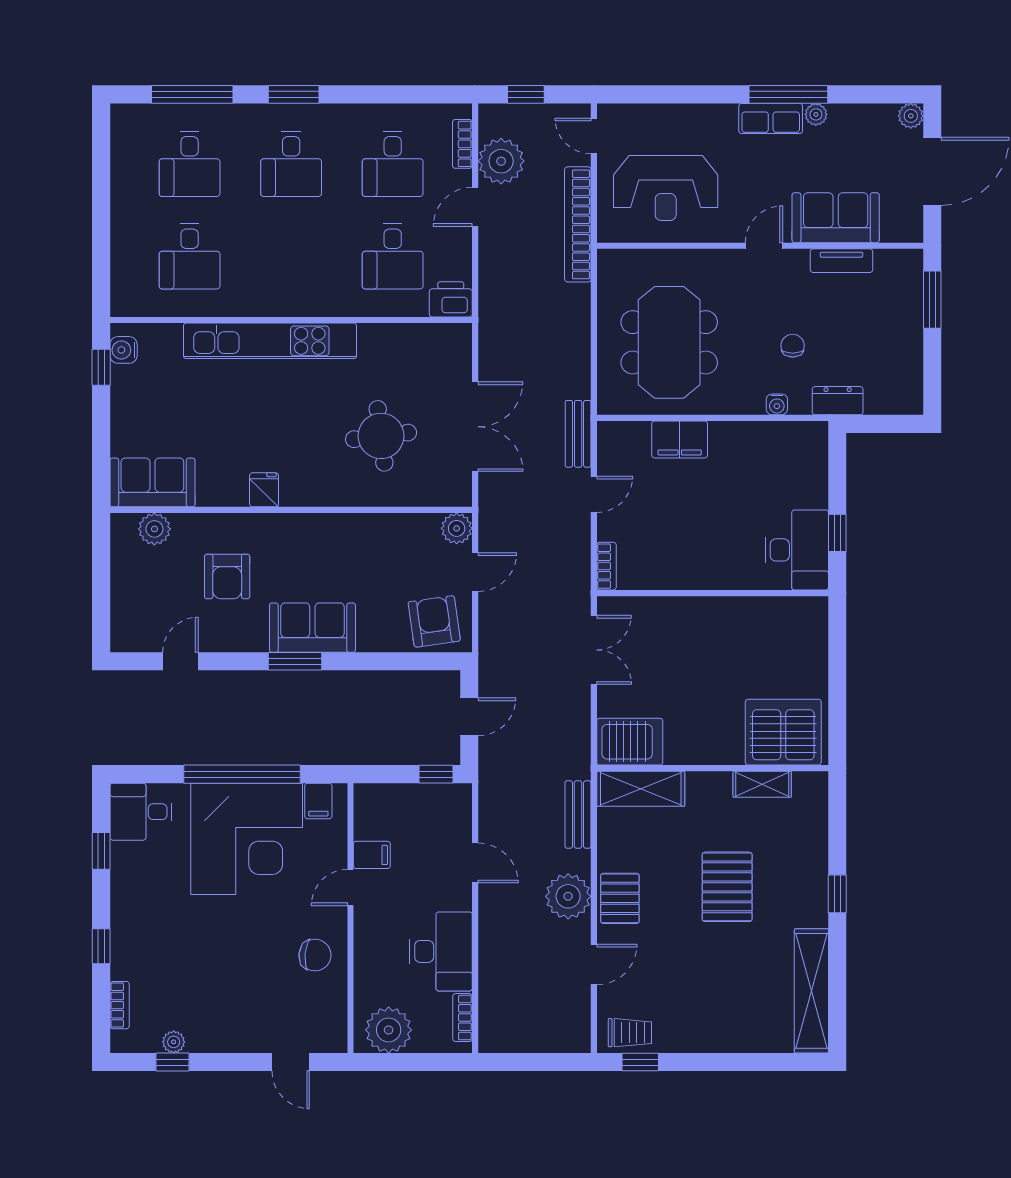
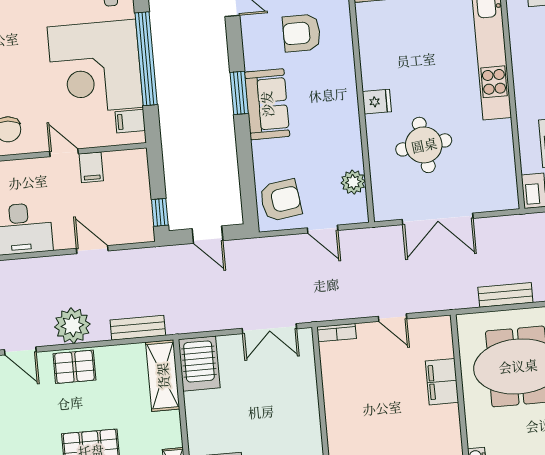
bench: (578, 434) -> (505, 295), moved
fridge: (264, 490) -> (377, 102), moved
plant: (457, 528) -> (353, 182), moved
door: (475, 863) -> (92, 250), swing flipped

